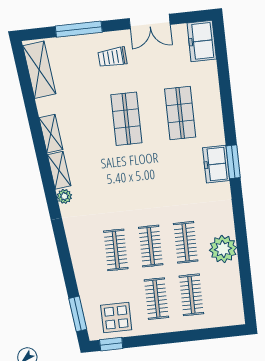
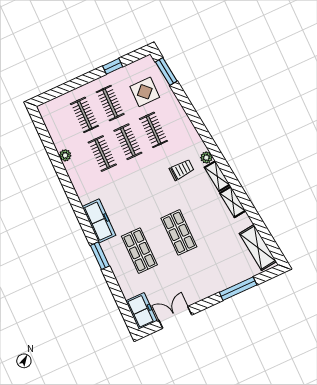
double door: (150, 21) -> (175, 317), moved
trolley: (112, 57) -> (182, 170), moved
window: (233, 162) -> (100, 256), moved
freezer: (216, 164) -> (99, 221), width x1.40
plant: (223, 249) -> (65, 155), width x0.53, depth x0.53
display table: (116, 317) -> (145, 92), moved
window: (111, 344) -> (113, 66), moved

